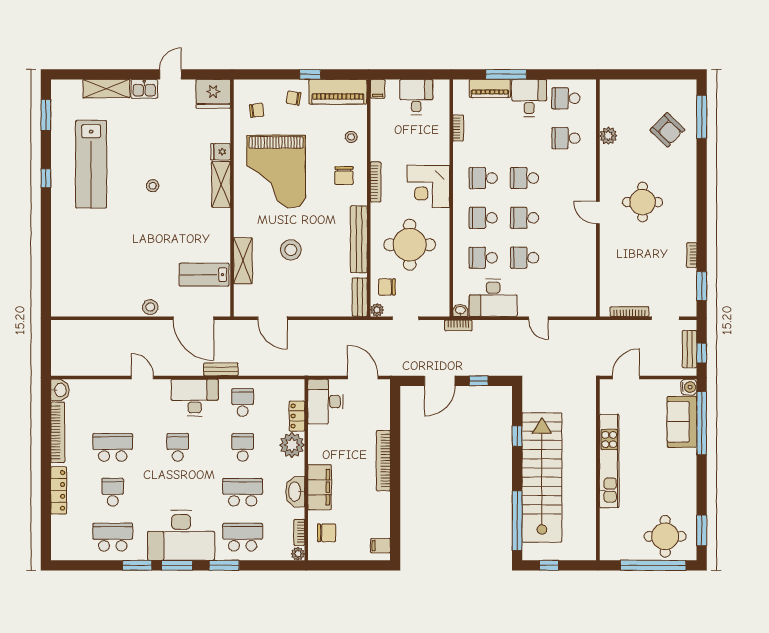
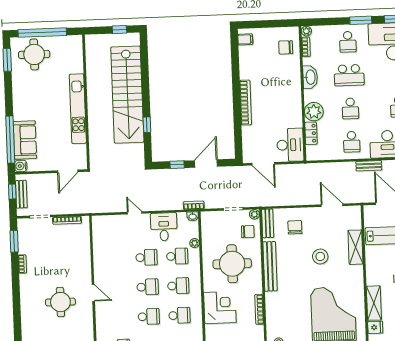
chair: (344, 176) -> (295, 227), moved
plant: (459, 274) -> (195, 243), added
desk: (493, 298) -> (164, 227), width x0.73
filing cabinet: (320, 487) -> (292, 81), removed
window: (517, 520) -> (144, 62), removed
school desk: (243, 537) -> (348, 42), width x0.54

